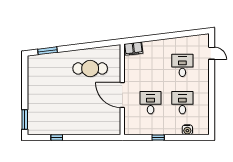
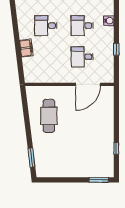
filing cabinet: (133, 49) -> (26, 48), moved
door: (122, 95) -> (88, 84), moved

